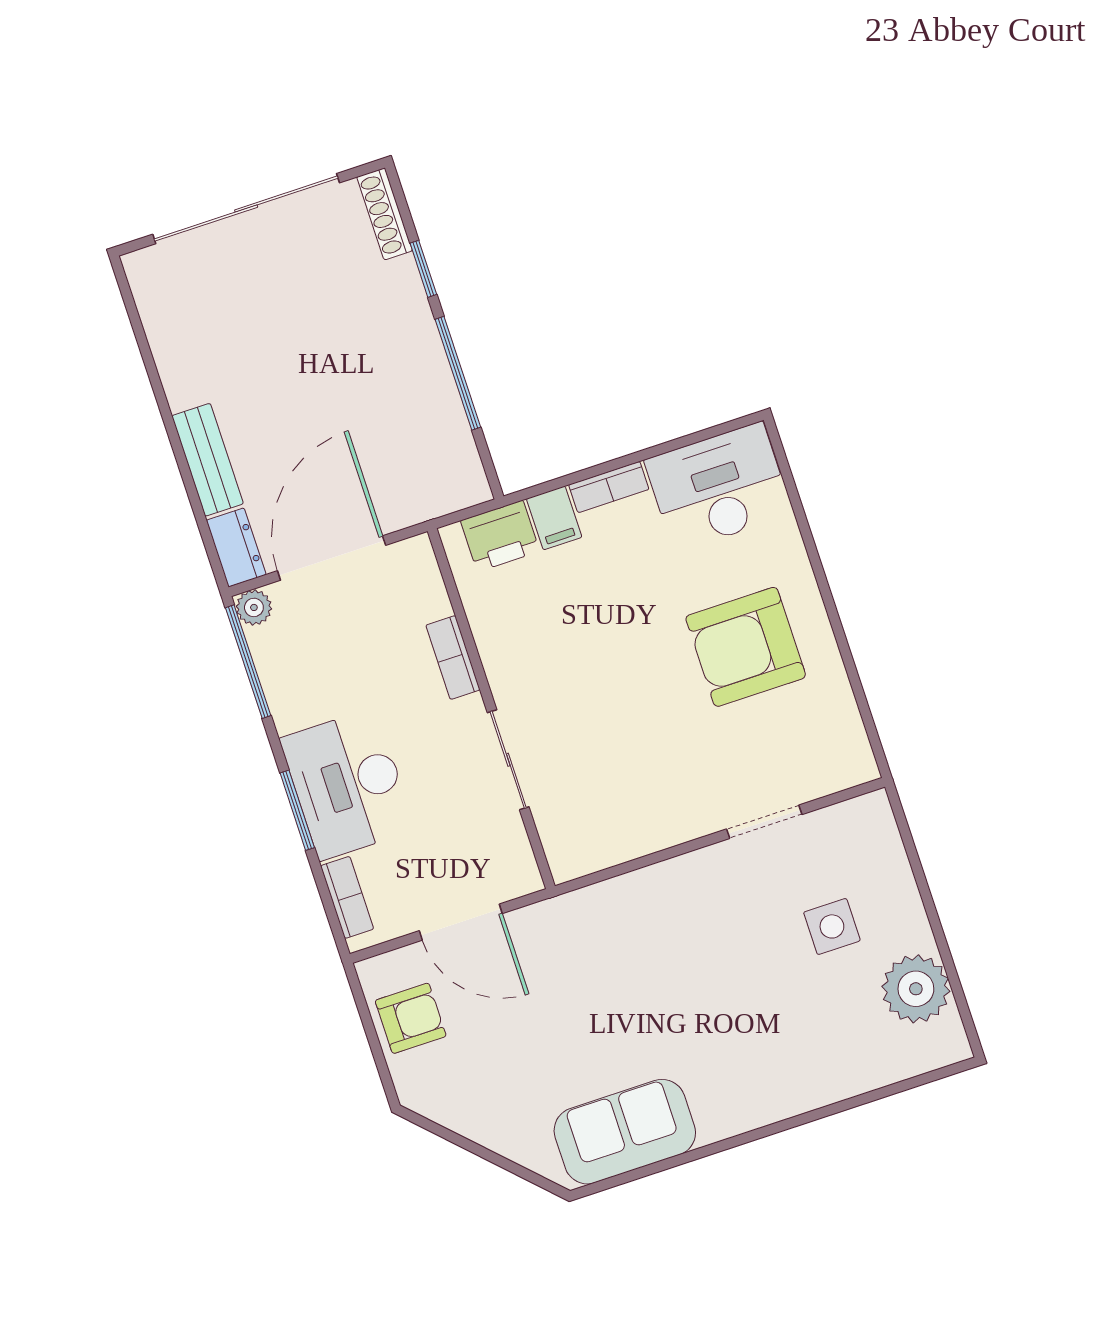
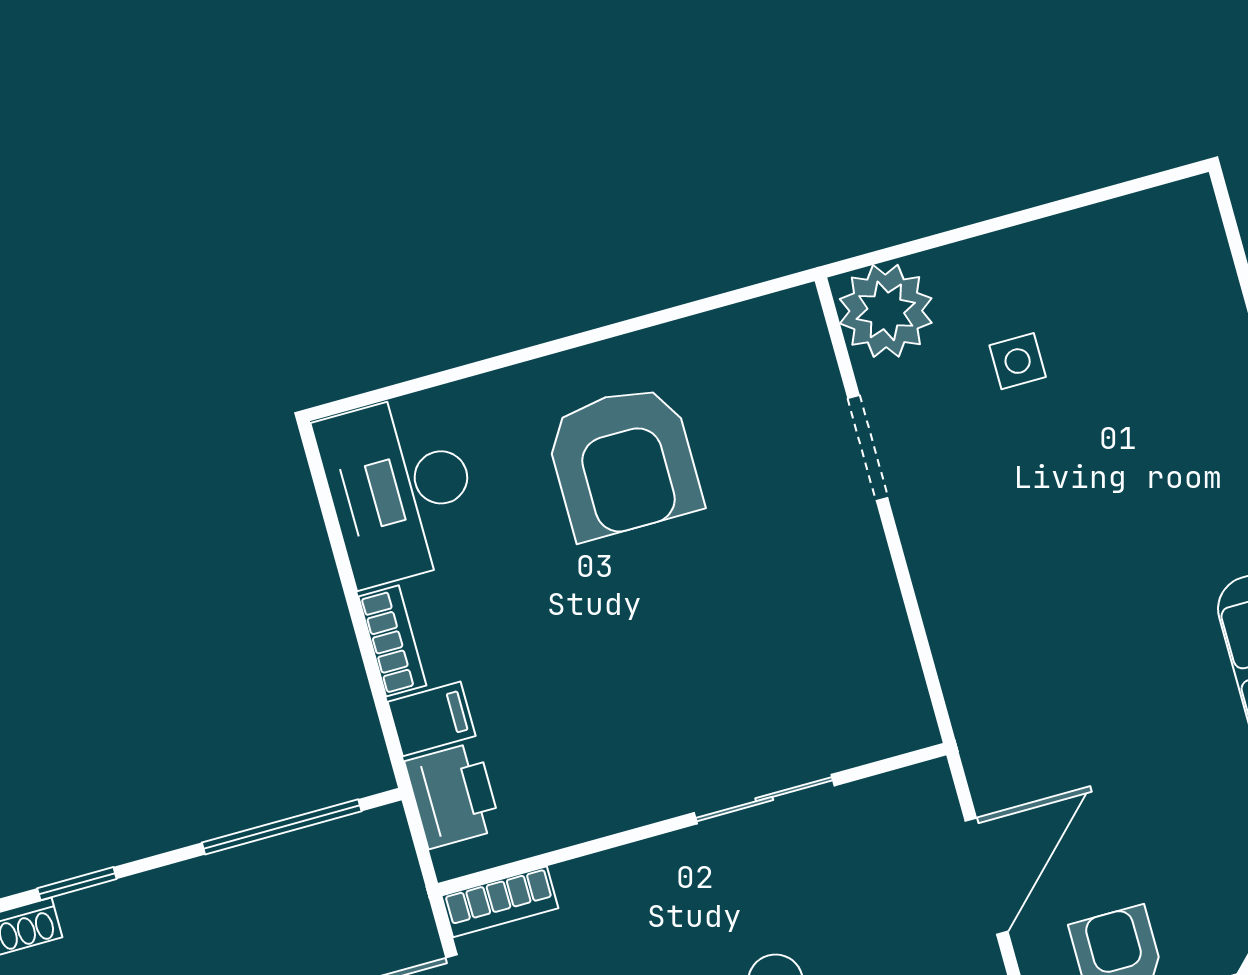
window: (458, 373) -> (282, 827), moved
bookcase: (453, 657) -> (500, 902), moved
side table: (832, 926) -> (1018, 361), width x0.73, depth x0.73
plant: (916, 989) -> (886, 311), moved

